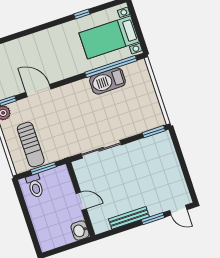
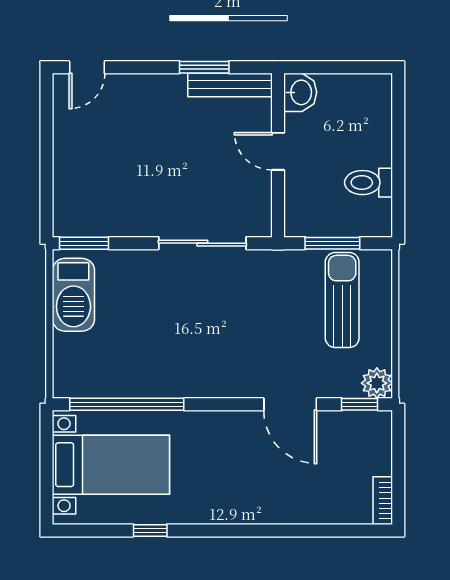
barbecue: (107, 81) -> (73, 295), moved, turned 90
toilet: (35, 186) -> (368, 183), moved, turned -90
door: (178, 210) -> (87, 67), swing flipped
bench: (129, 218) -> (230, 85), moved
window: (153, 219) -> (204, 67), moved

